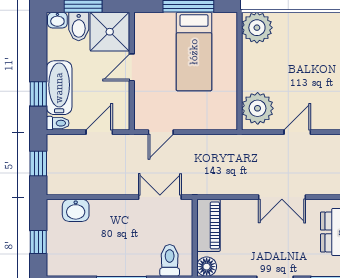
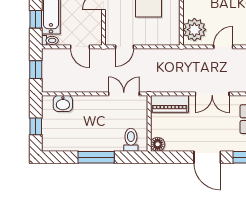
door: (99, 132) -> (80, 47), swing flipped
piano: (209, 225) -> (170, 104), moved, turned 90

